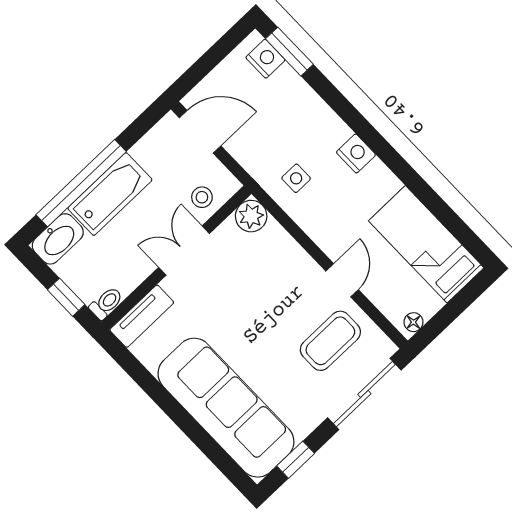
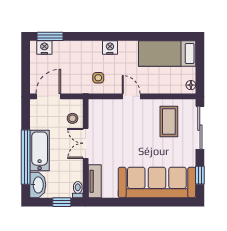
plant: (251, 216) -> (96, 107), removed
door: (342, 280) -> (131, 96), moved

